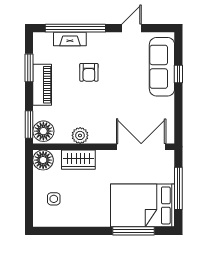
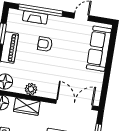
armchair: (89, 72) -> (45, 44), turned 90
window: (178, 74) -> (110, 56), removed

